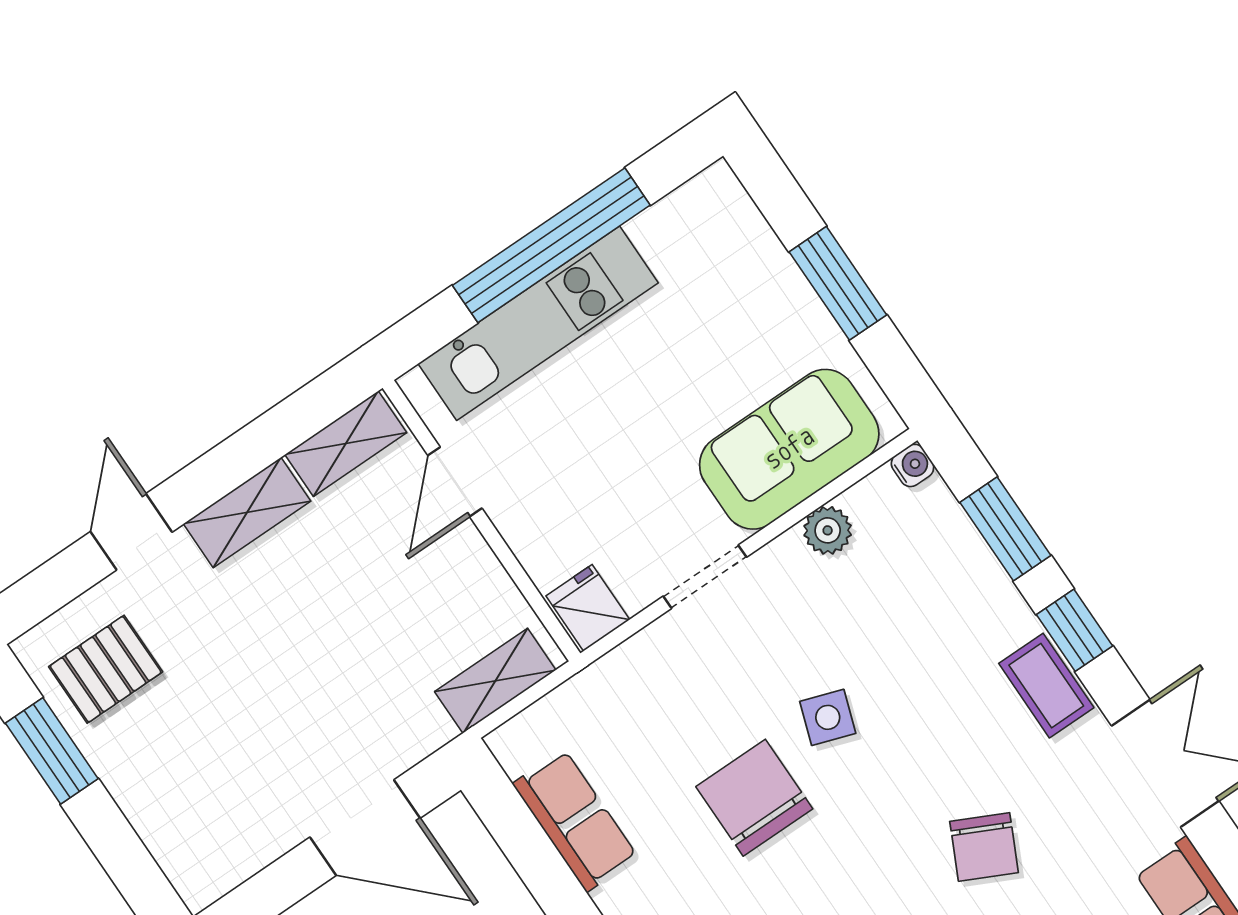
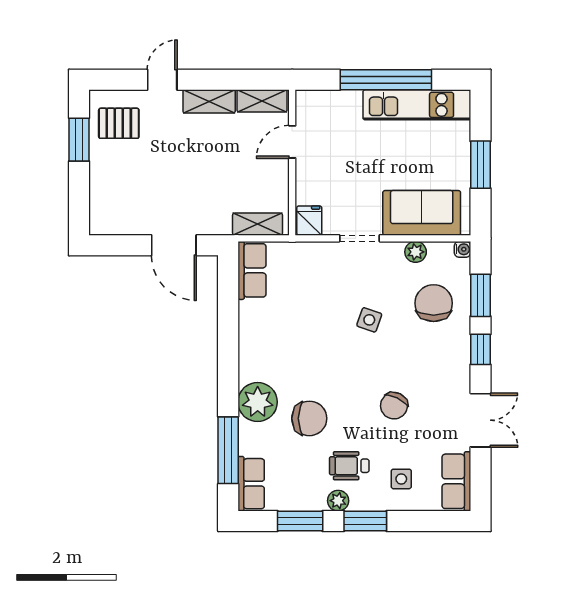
kitchen unit: (538, 323) -> (417, 105), moved
coffee table: (1046, 686) -> (457, 362), removed
chair: (754, 798) -> (434, 303), moved
row of seats: (575, 820) -> (252, 270), moved

